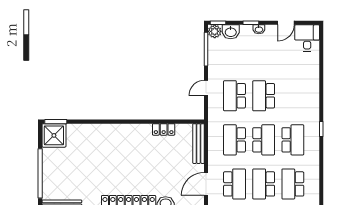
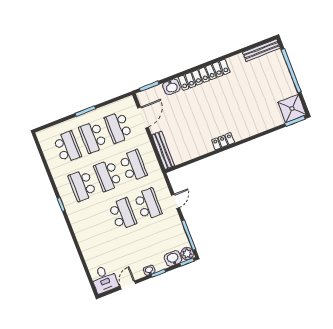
locker: (164, 129) -> (223, 141), moved
school desk: (264, 184) -> (93, 137), turned 180

